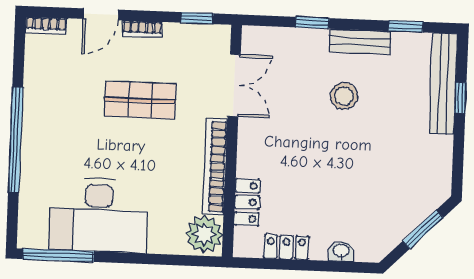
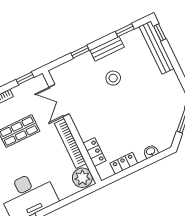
double door: (234, 85) -> (59, 101), swing flipped
window: (461, 98) -> (160, 33), moved

